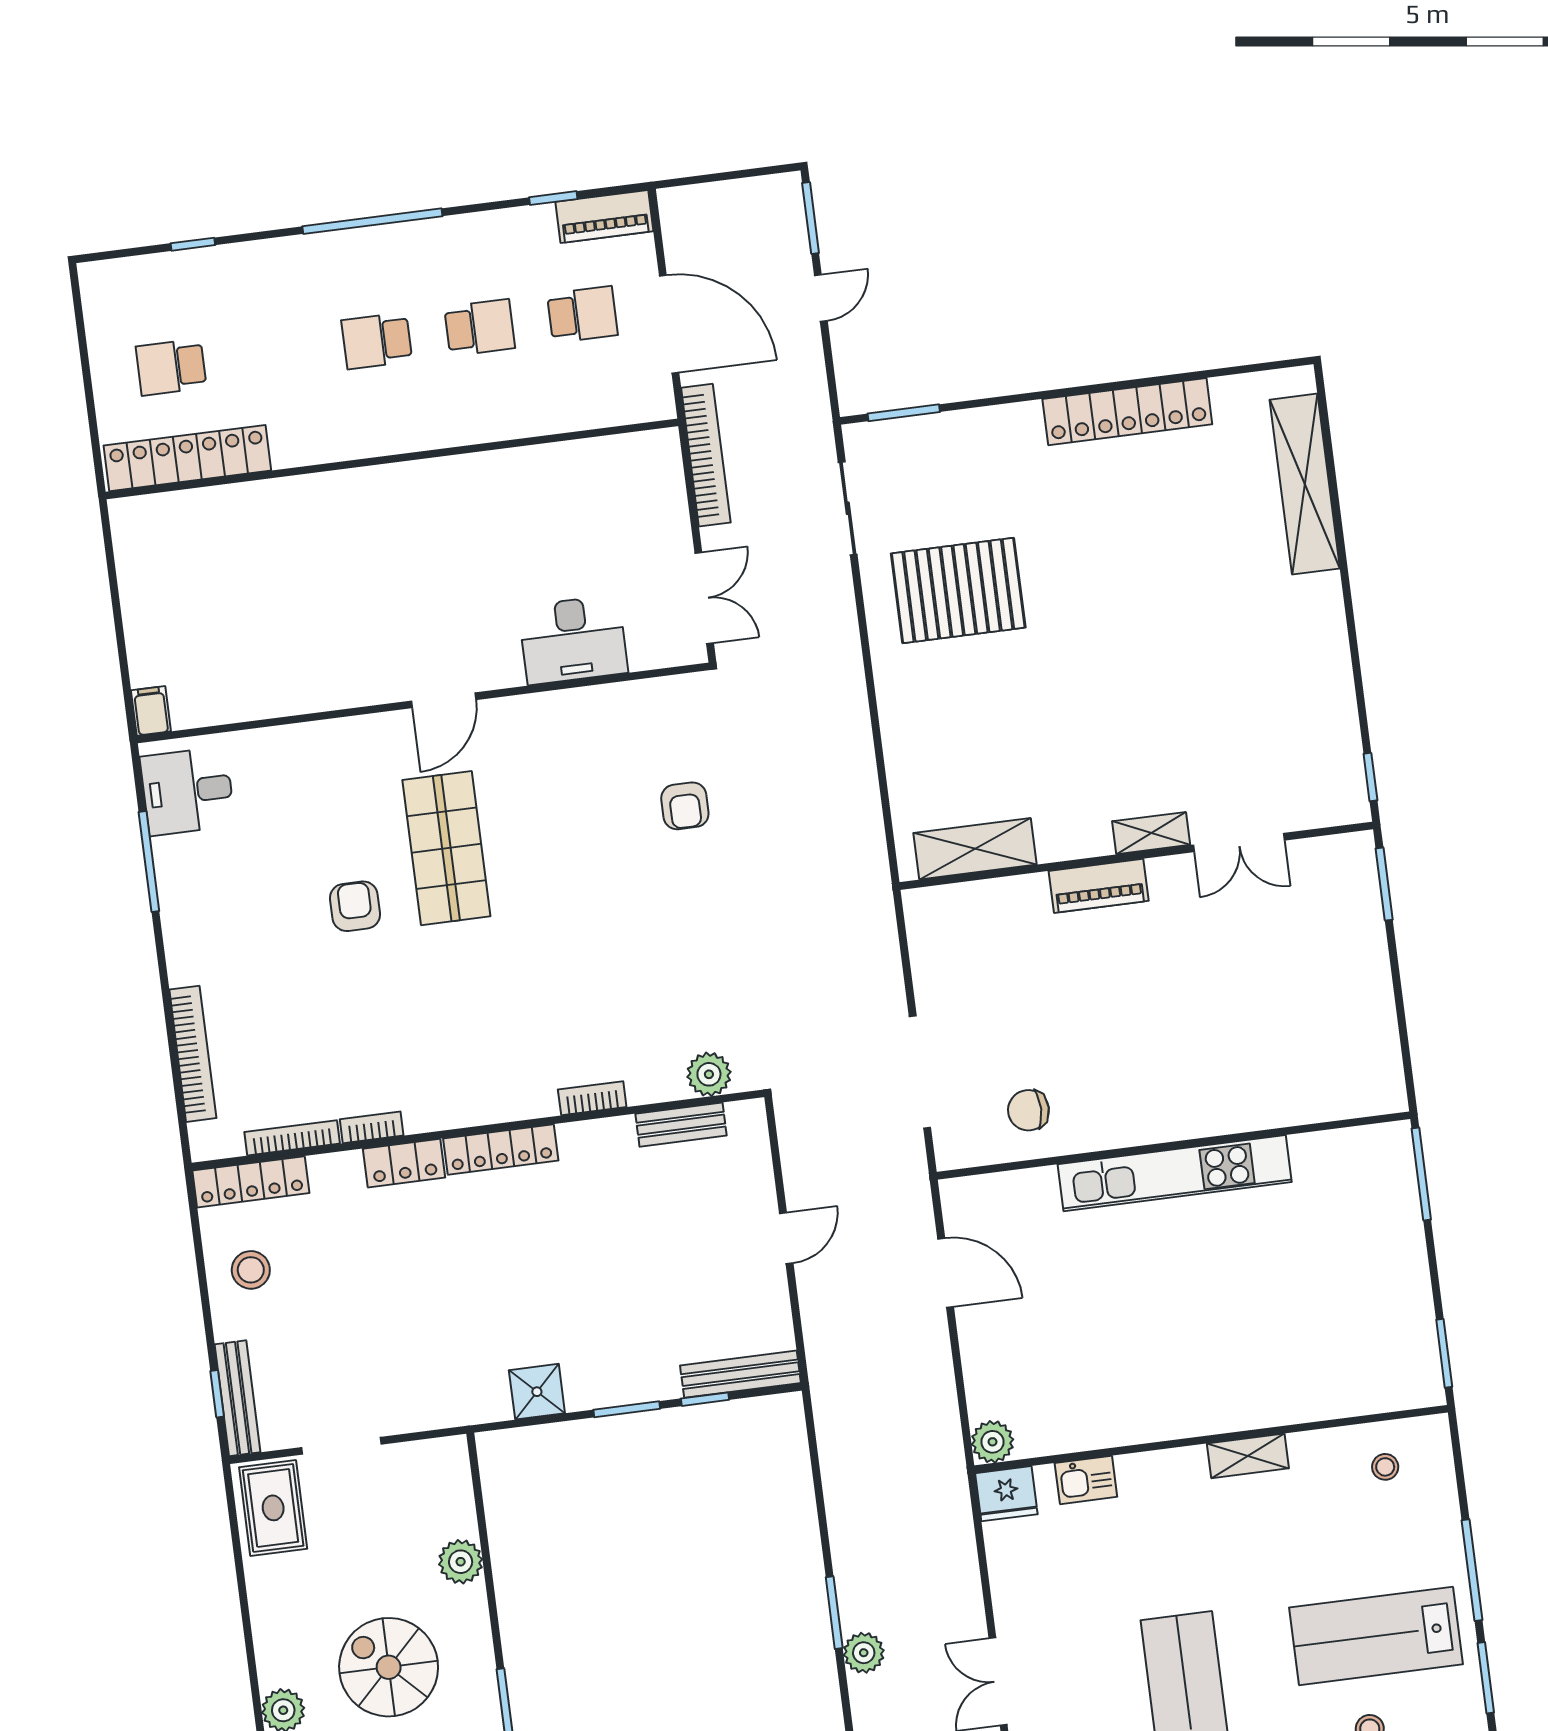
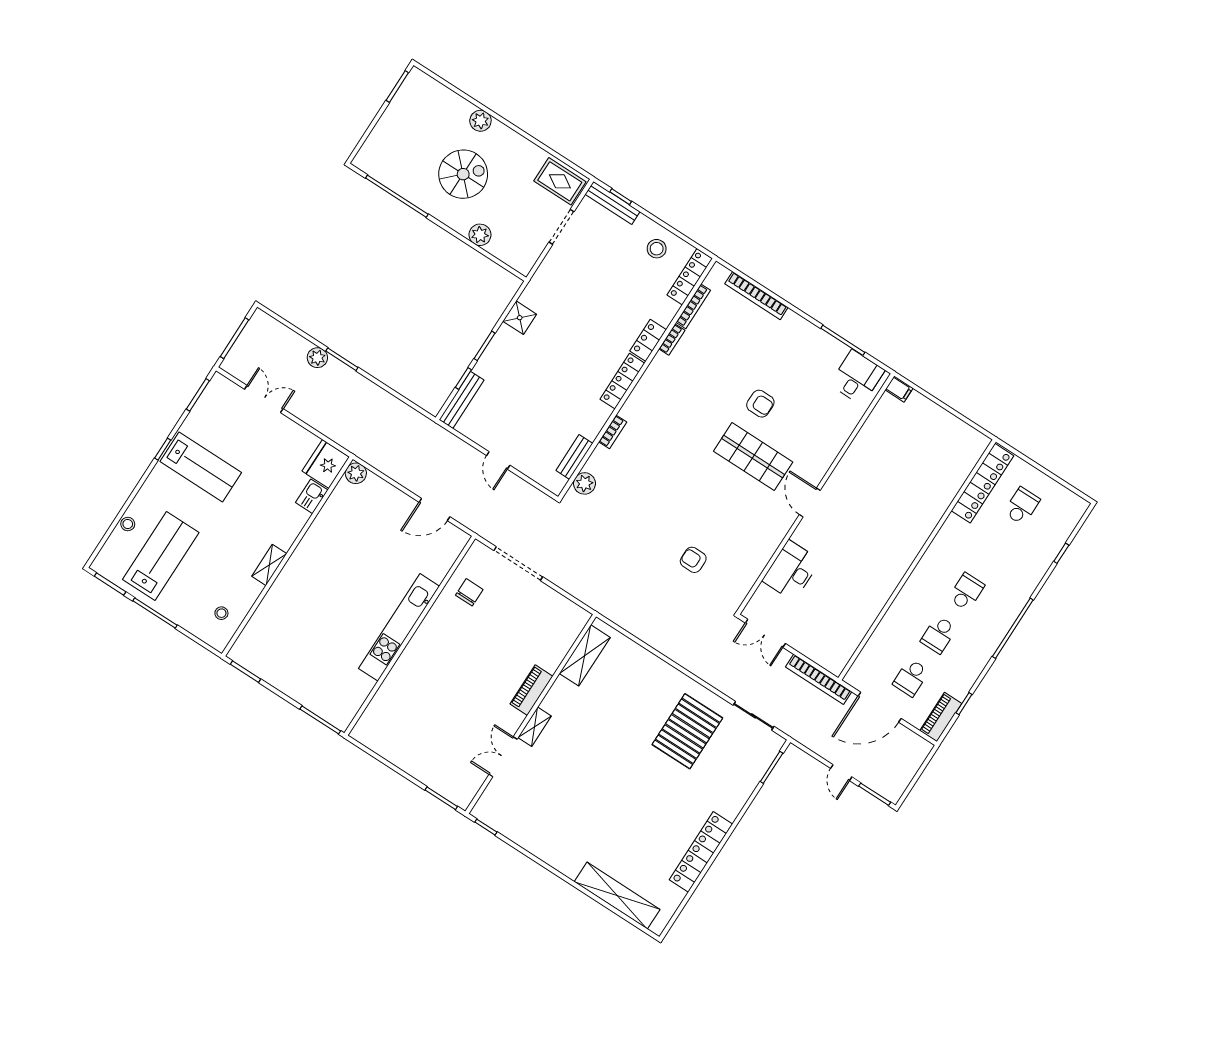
fridge: (1006, 1494) -> (326, 464), width x1.36, depth x1.34

